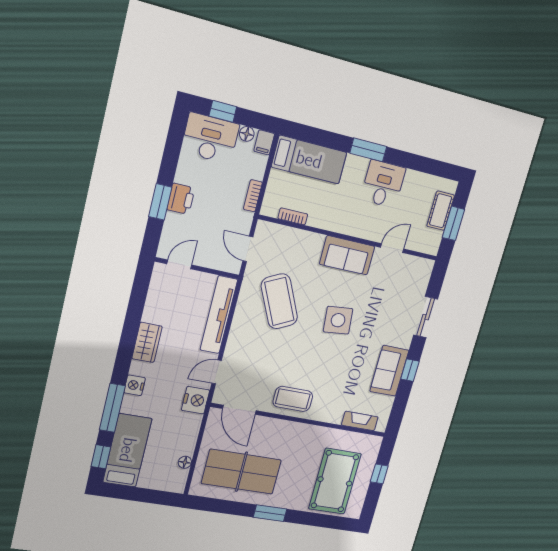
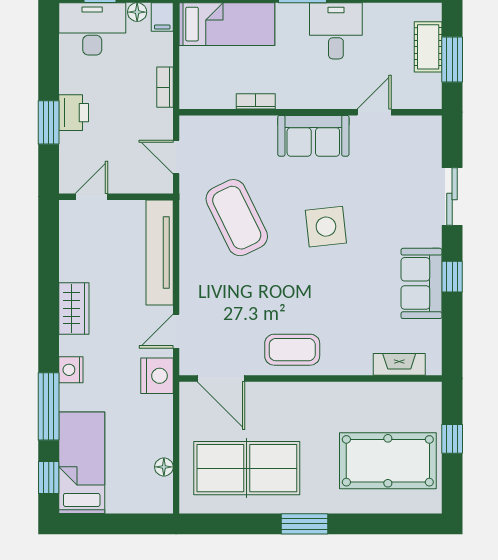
bookcase: (293, 216) -> (256, 101), moved
pool table: (335, 481) -> (388, 461), turned 90

